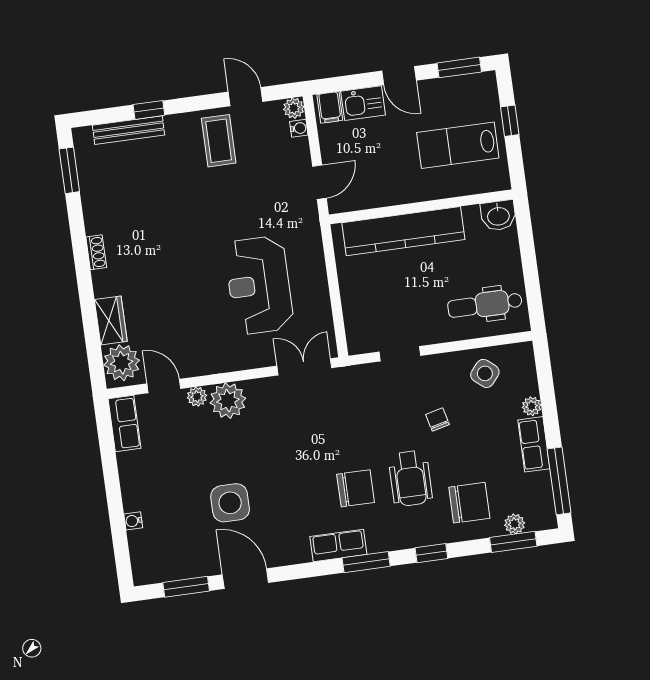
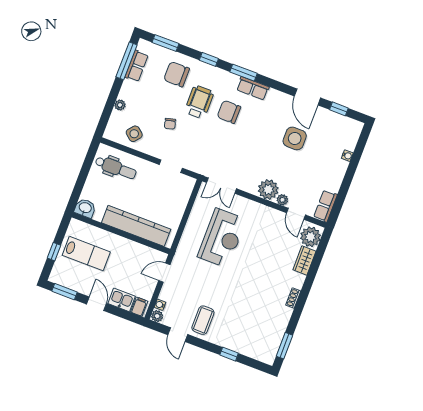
bench: (128, 130) -> (245, 350), removed
row of seats: (534, 444) -> (137, 66), moved
plant: (515, 524) -> (160, 52), removed
window: (186, 587) -> (339, 109), width x0.67

